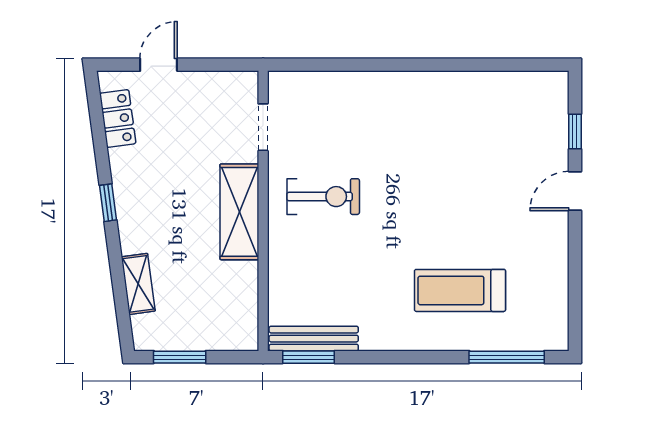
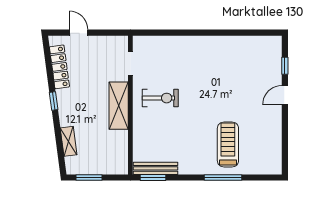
door: (159, 65) -> (79, 33), hinge flipped
locker: (118, 118) -> (59, 67), width x1.53
treadmill: (460, 290) -> (228, 145), turned 90
window: (507, 357) -> (223, 178), moved

